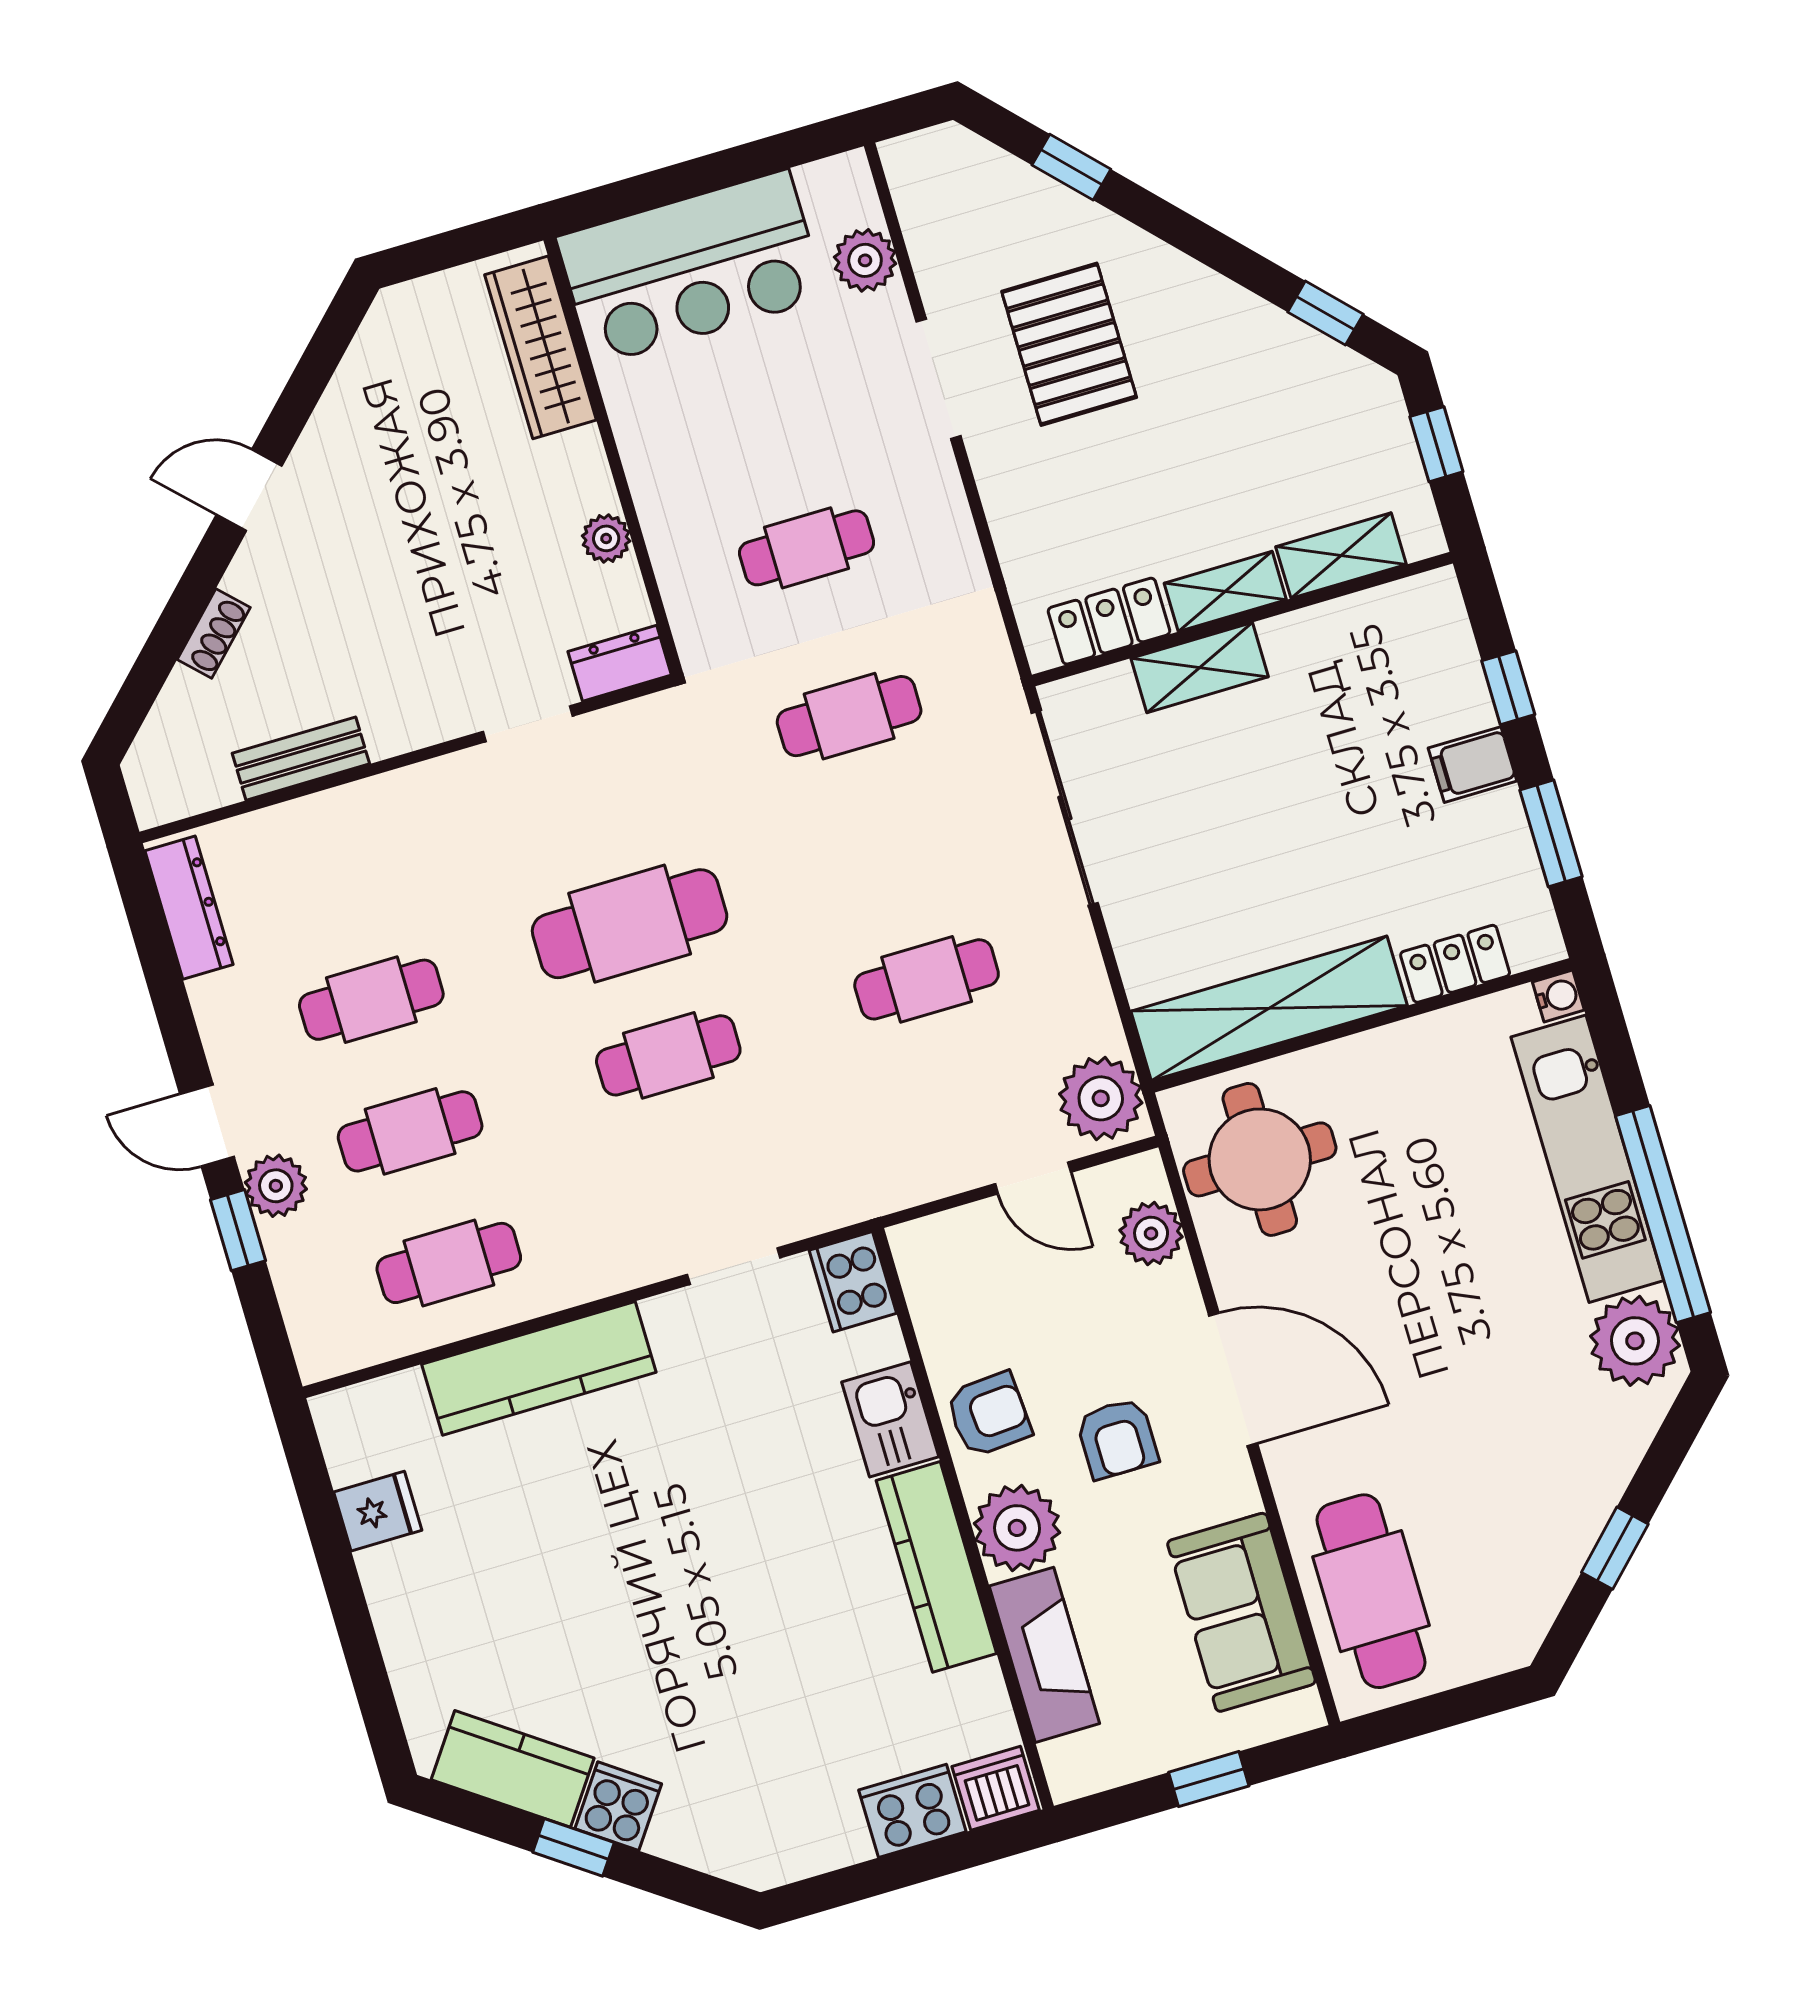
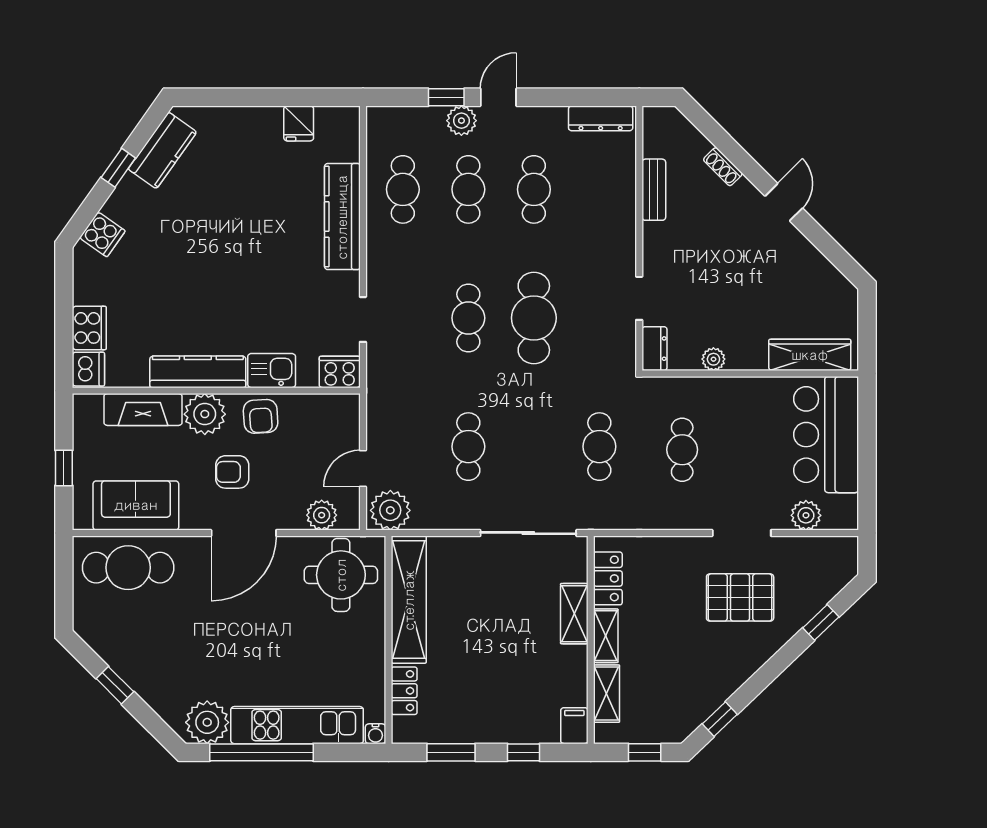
filing cabinet: (1473, 765) -> (574, 726), moved
cooker: (618, 1806) -> (102, 234), moved

